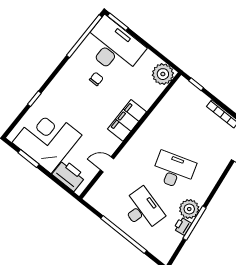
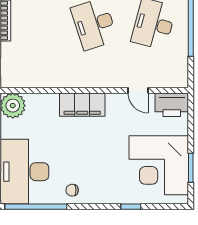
chair: (96, 79) -> (72, 190), moved
printer: (69, 175) -> (172, 105), moved, turned -90

